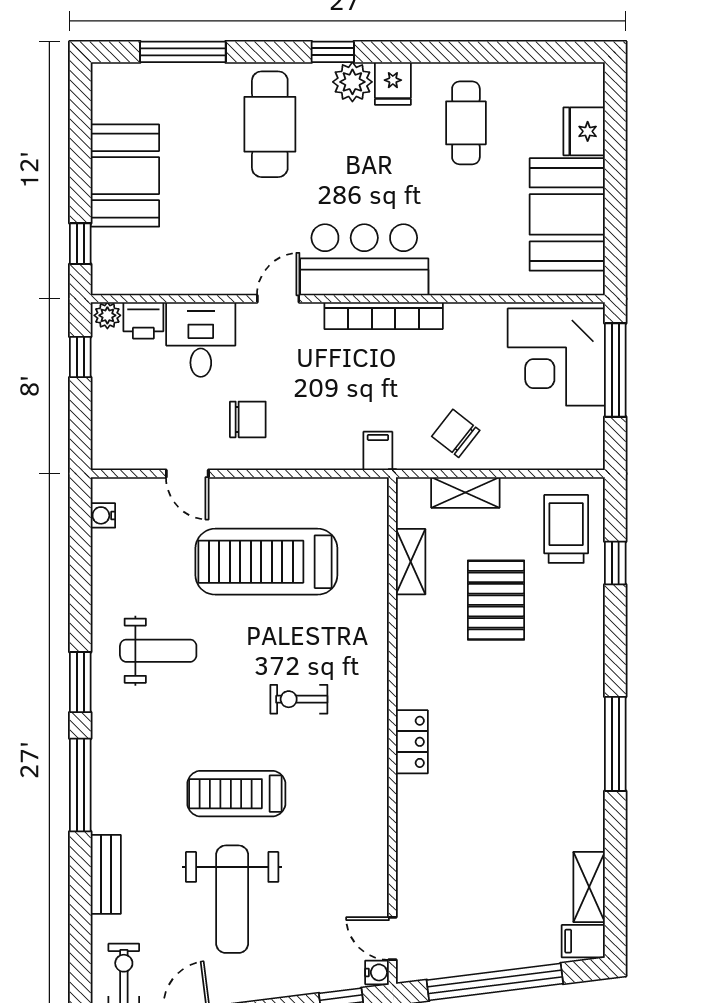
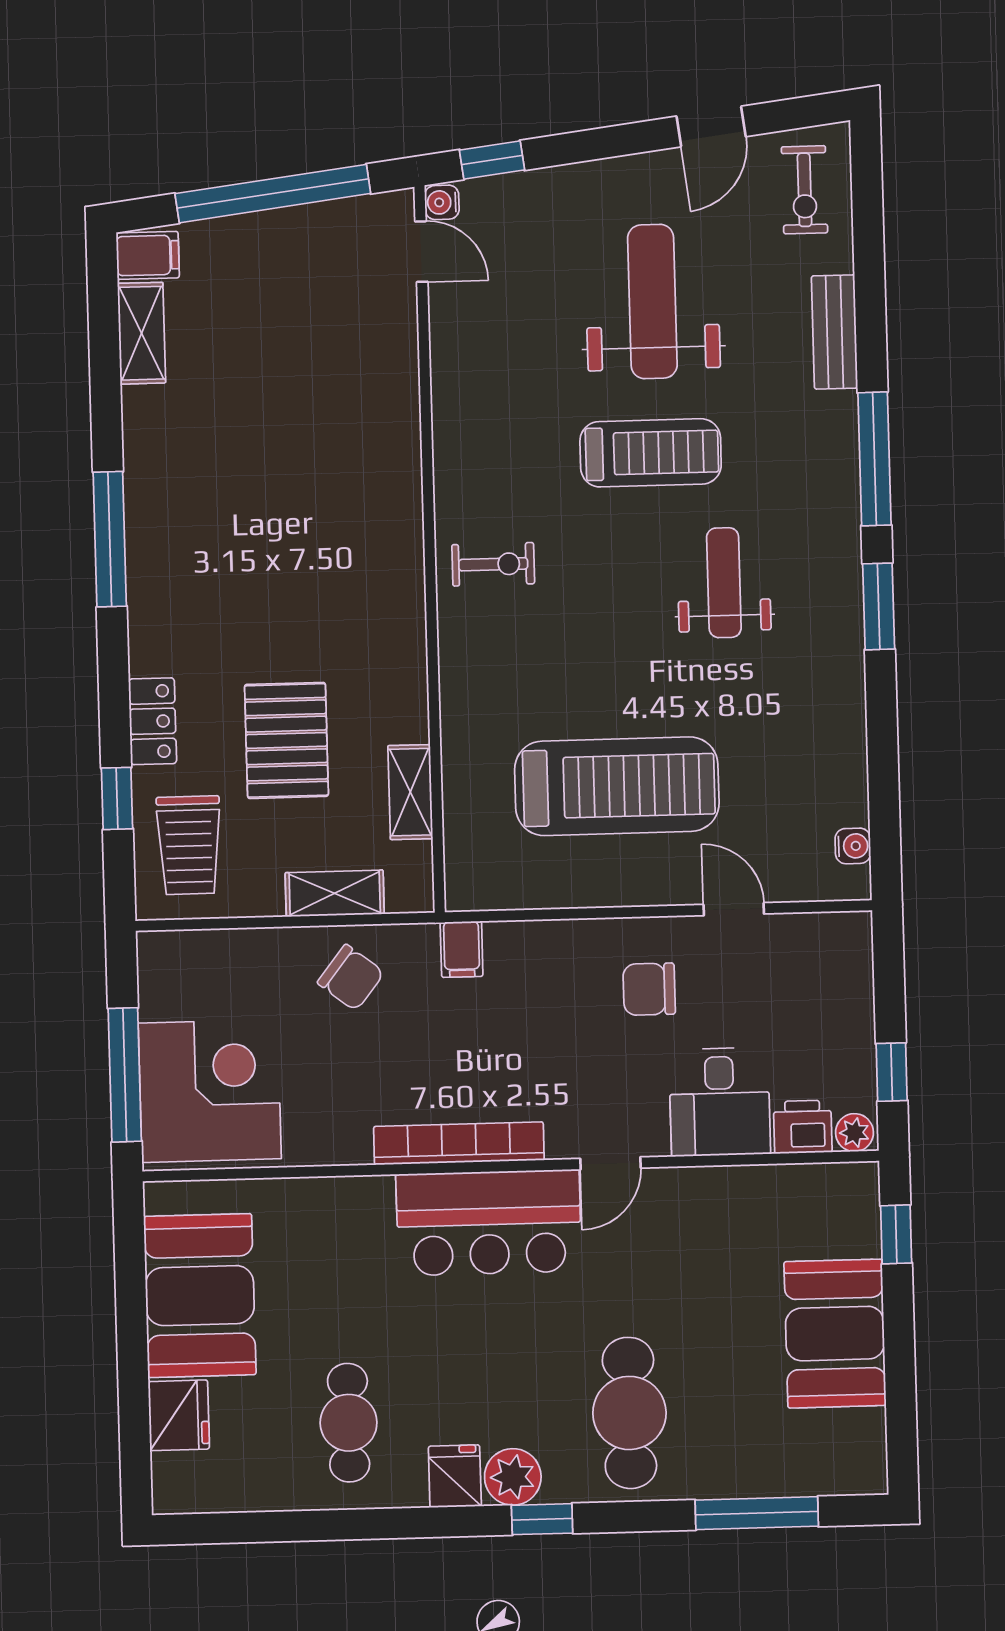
weight bench: (158, 651) -> (724, 583), moved, turned 90
exercise bike: (299, 699) -> (493, 564), moved
locker: (412, 742) -> (153, 721), moved, turned 180

